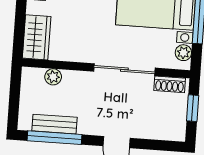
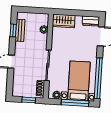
window: (55, 138) -> (13, 30), width x0.46

